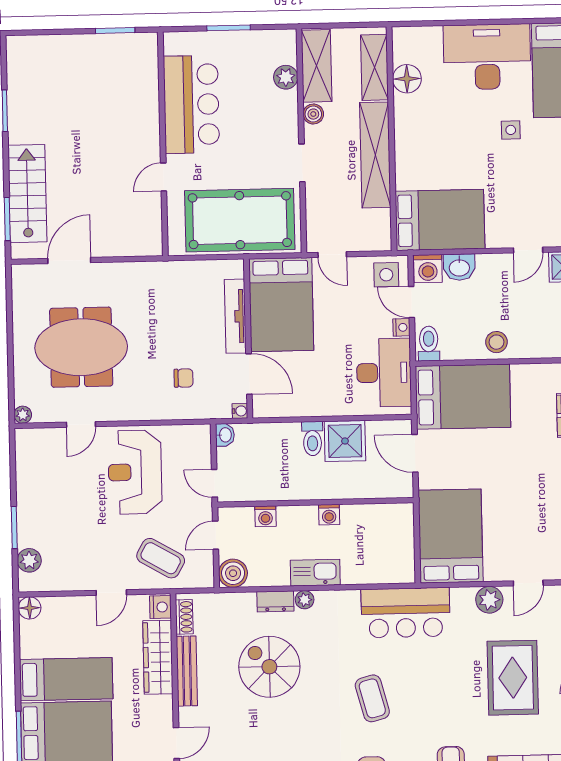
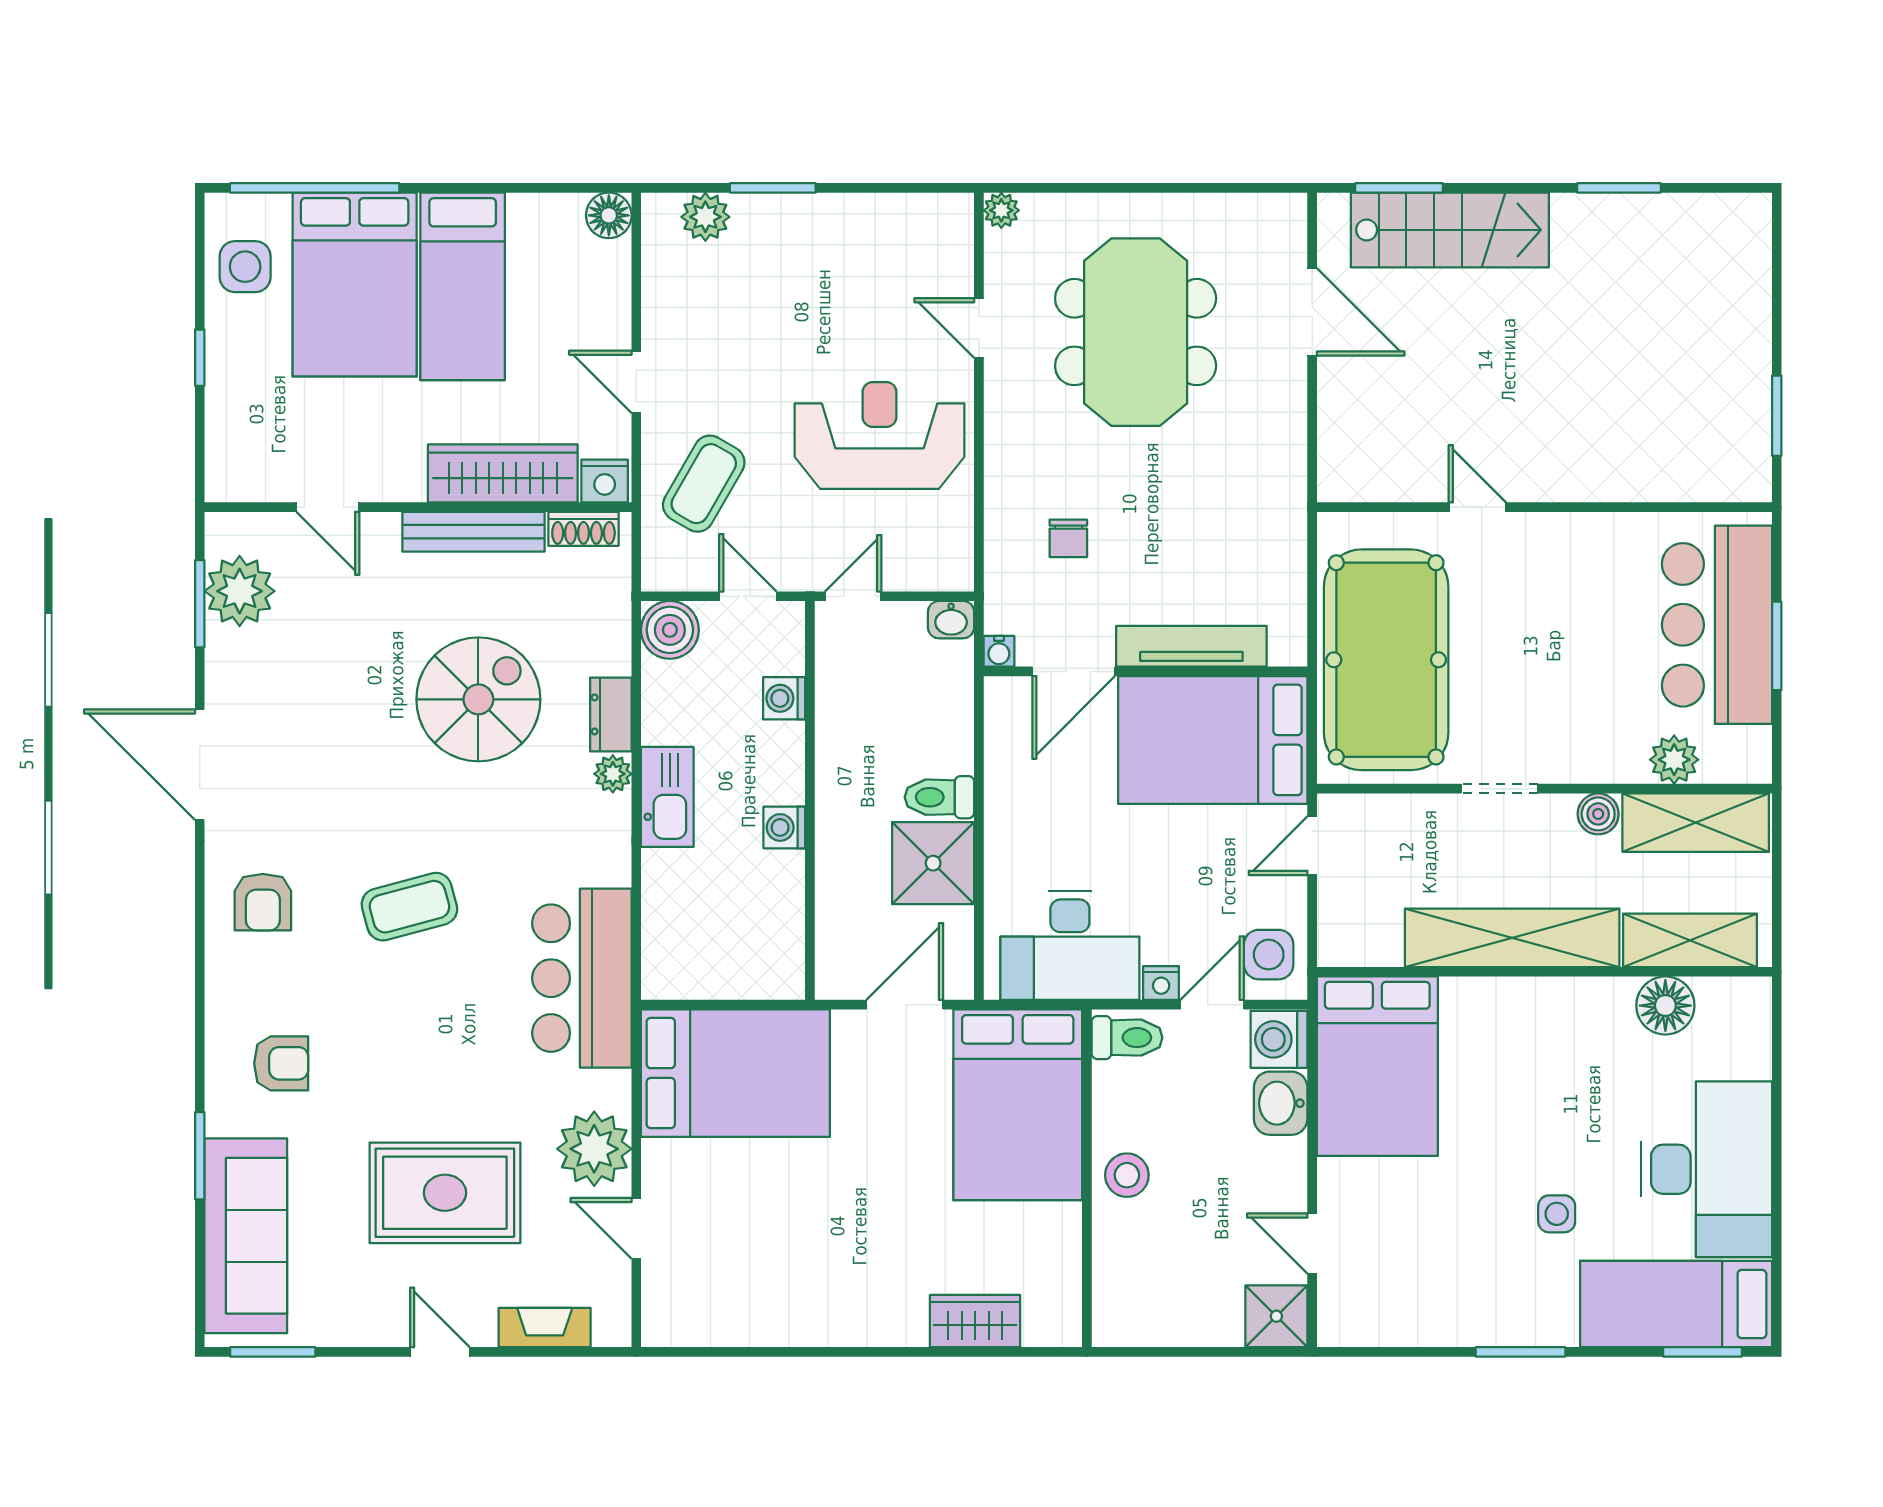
bar counter: (191, 104) -> (1717, 625), moved, turned 90
plant: (489, 600) -> (594, 1149), width x1.36, depth x1.36

